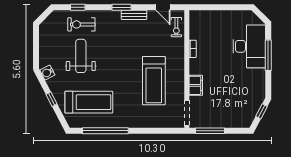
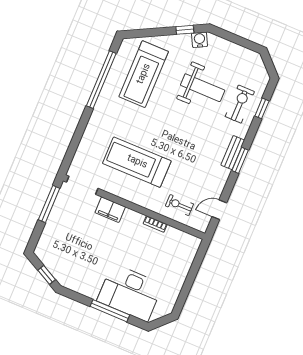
bench: (134, 15) -> (233, 153), moved
exercise bike: (176, 27) -> (179, 205), moved
window: (52, 99) -> (185, 30), moved

